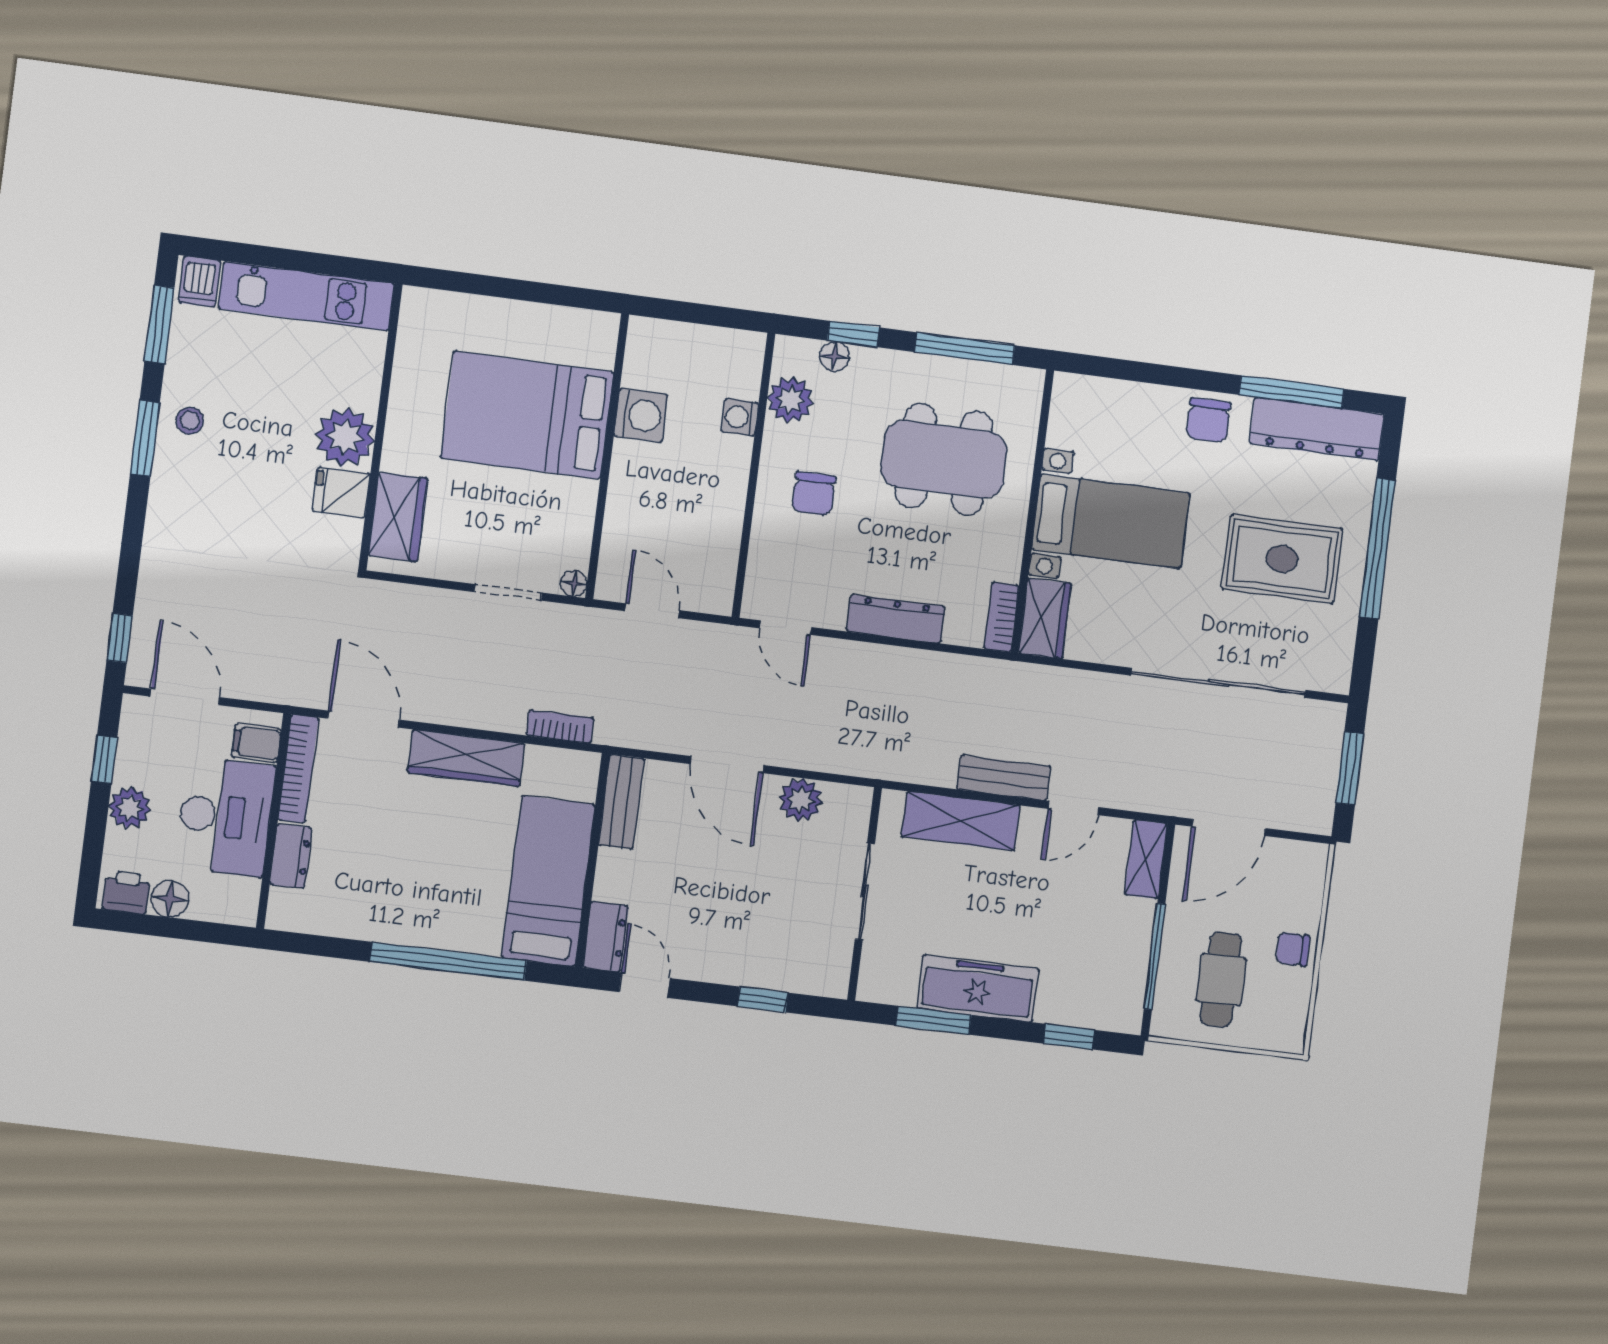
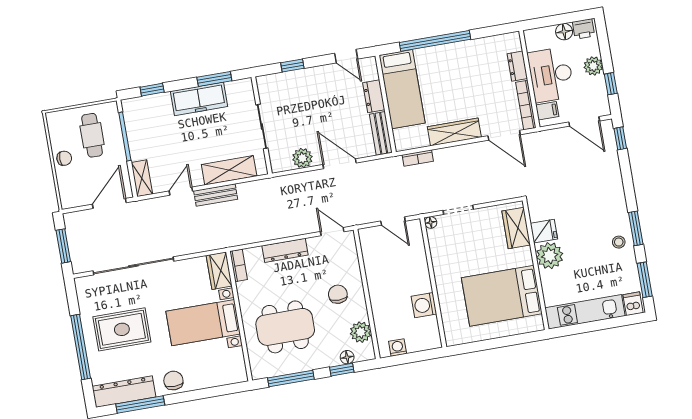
bed: (527, 415) -> (502, 296), moved, turned 180
washing machine: (740, 417) -> (398, 347), moved, turned -90
dresser: (606, 937) -> (374, 96), moved

